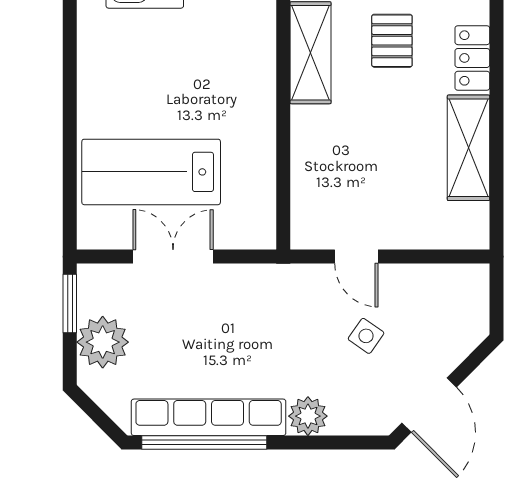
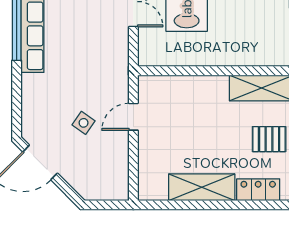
plant: (308, 416) -> (33, 86), removed

